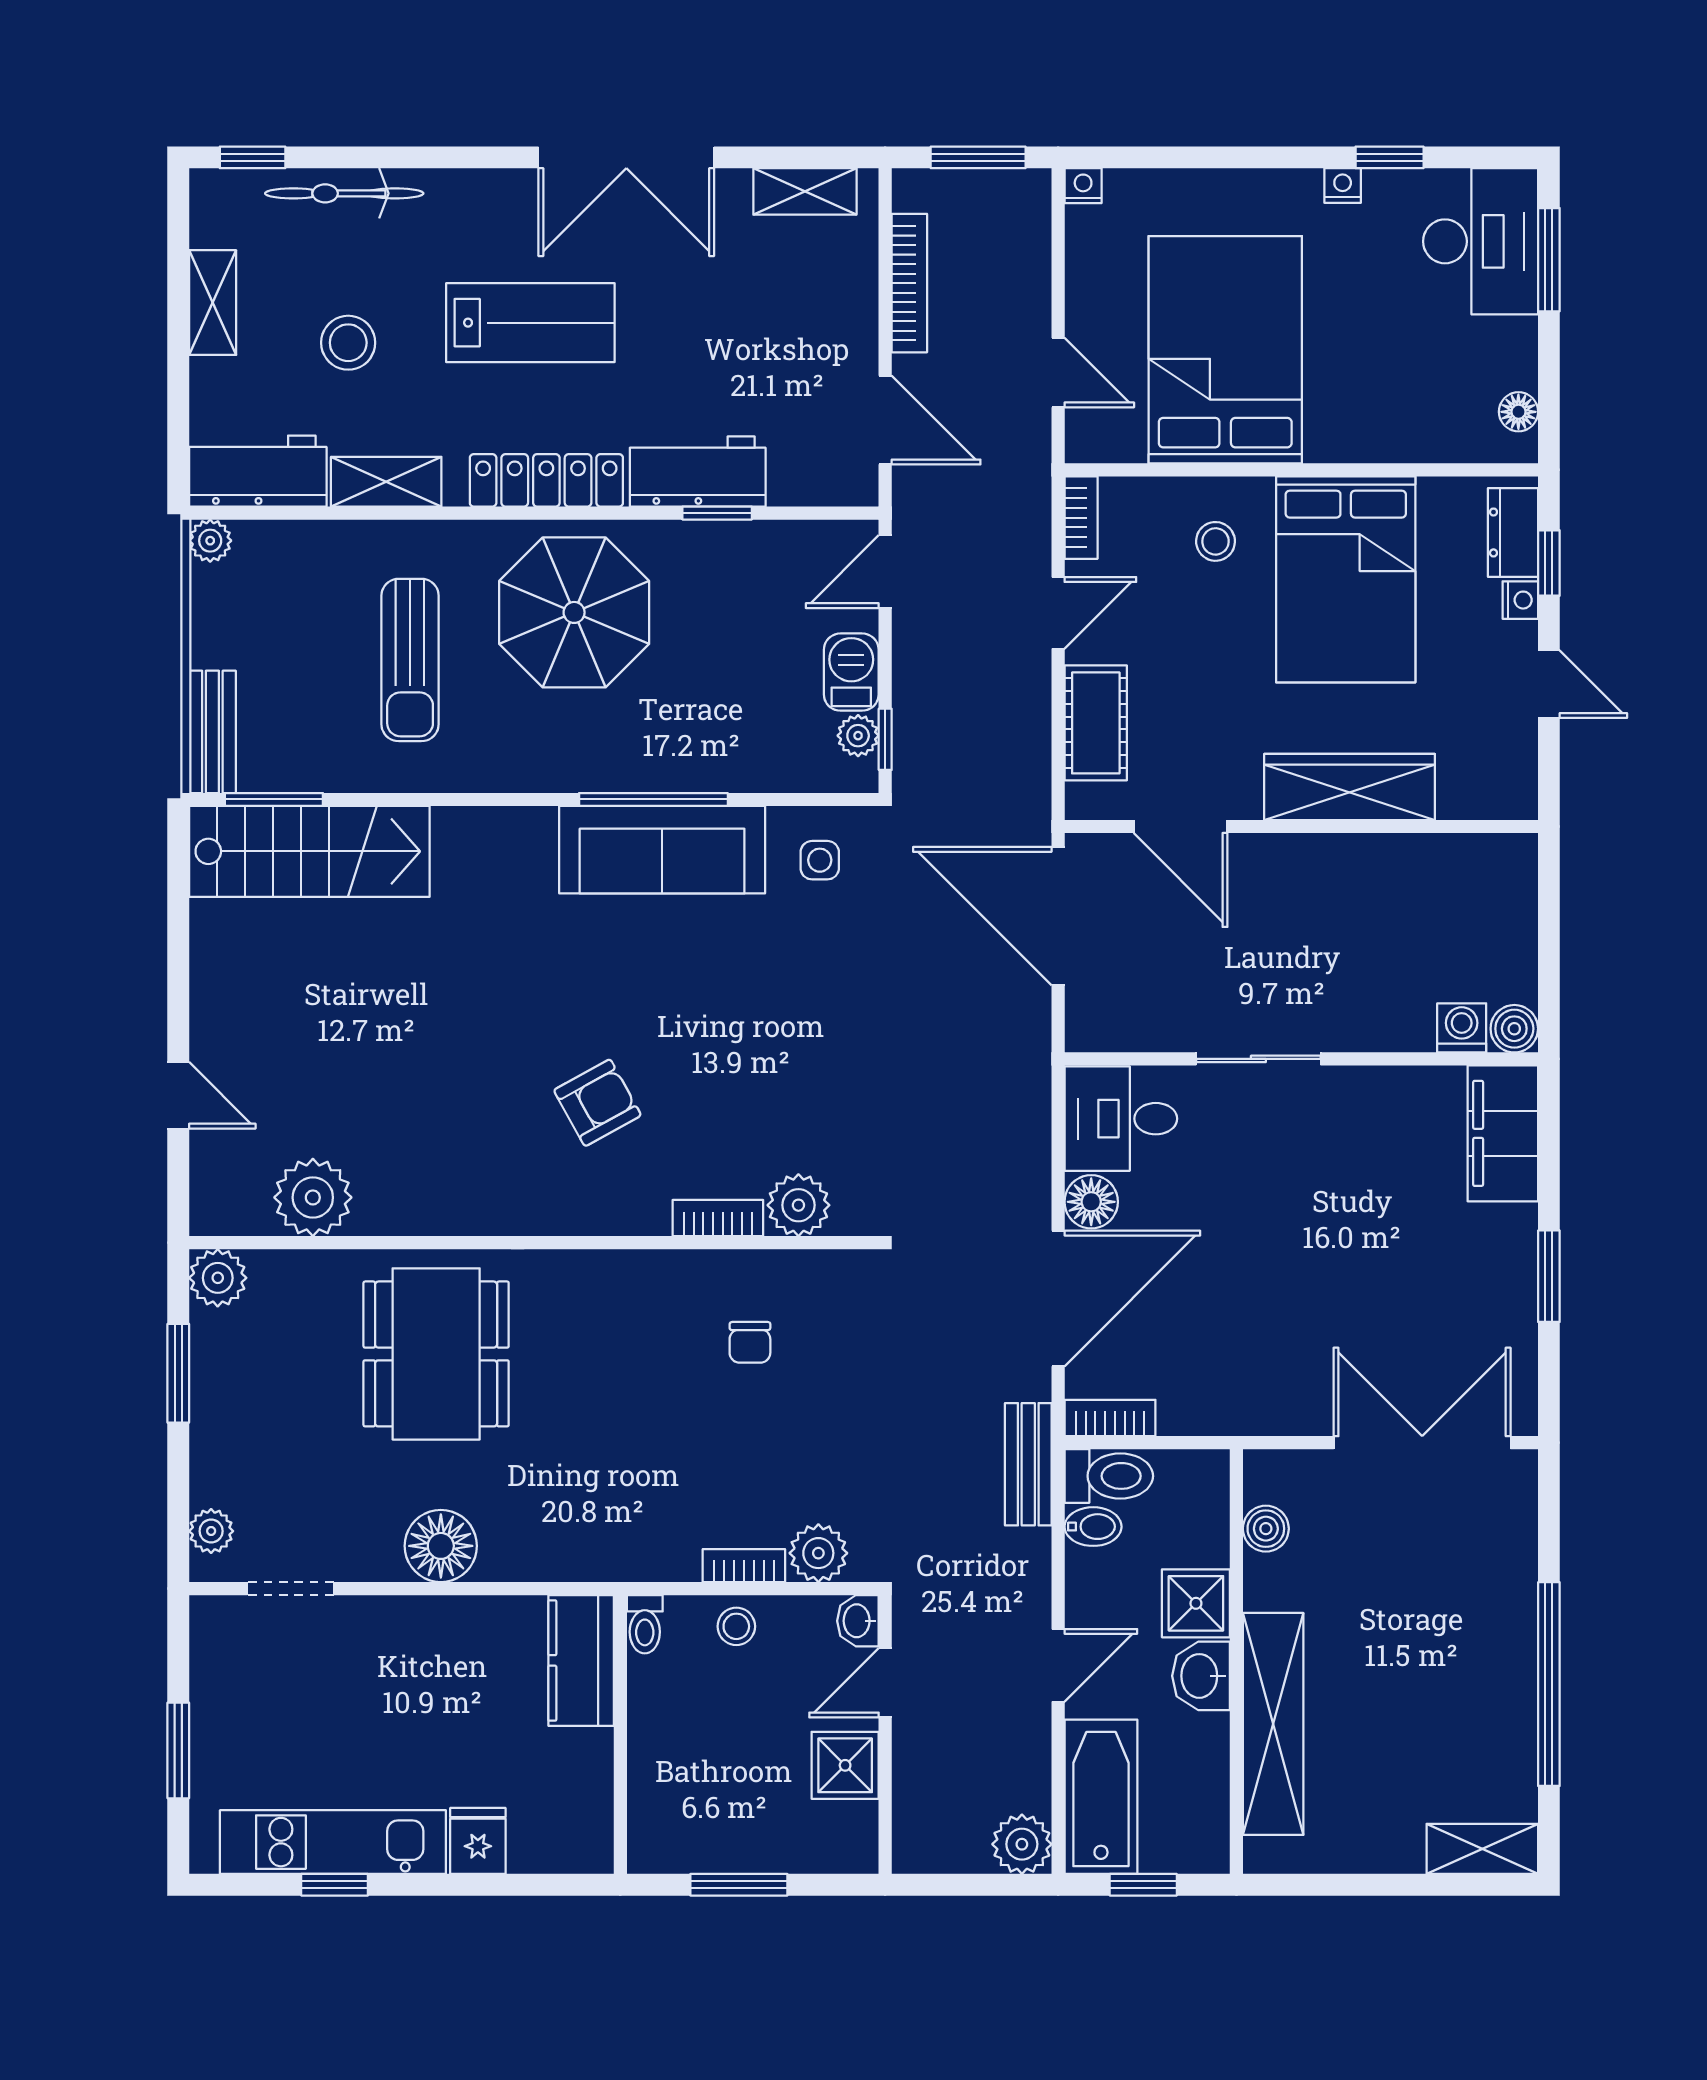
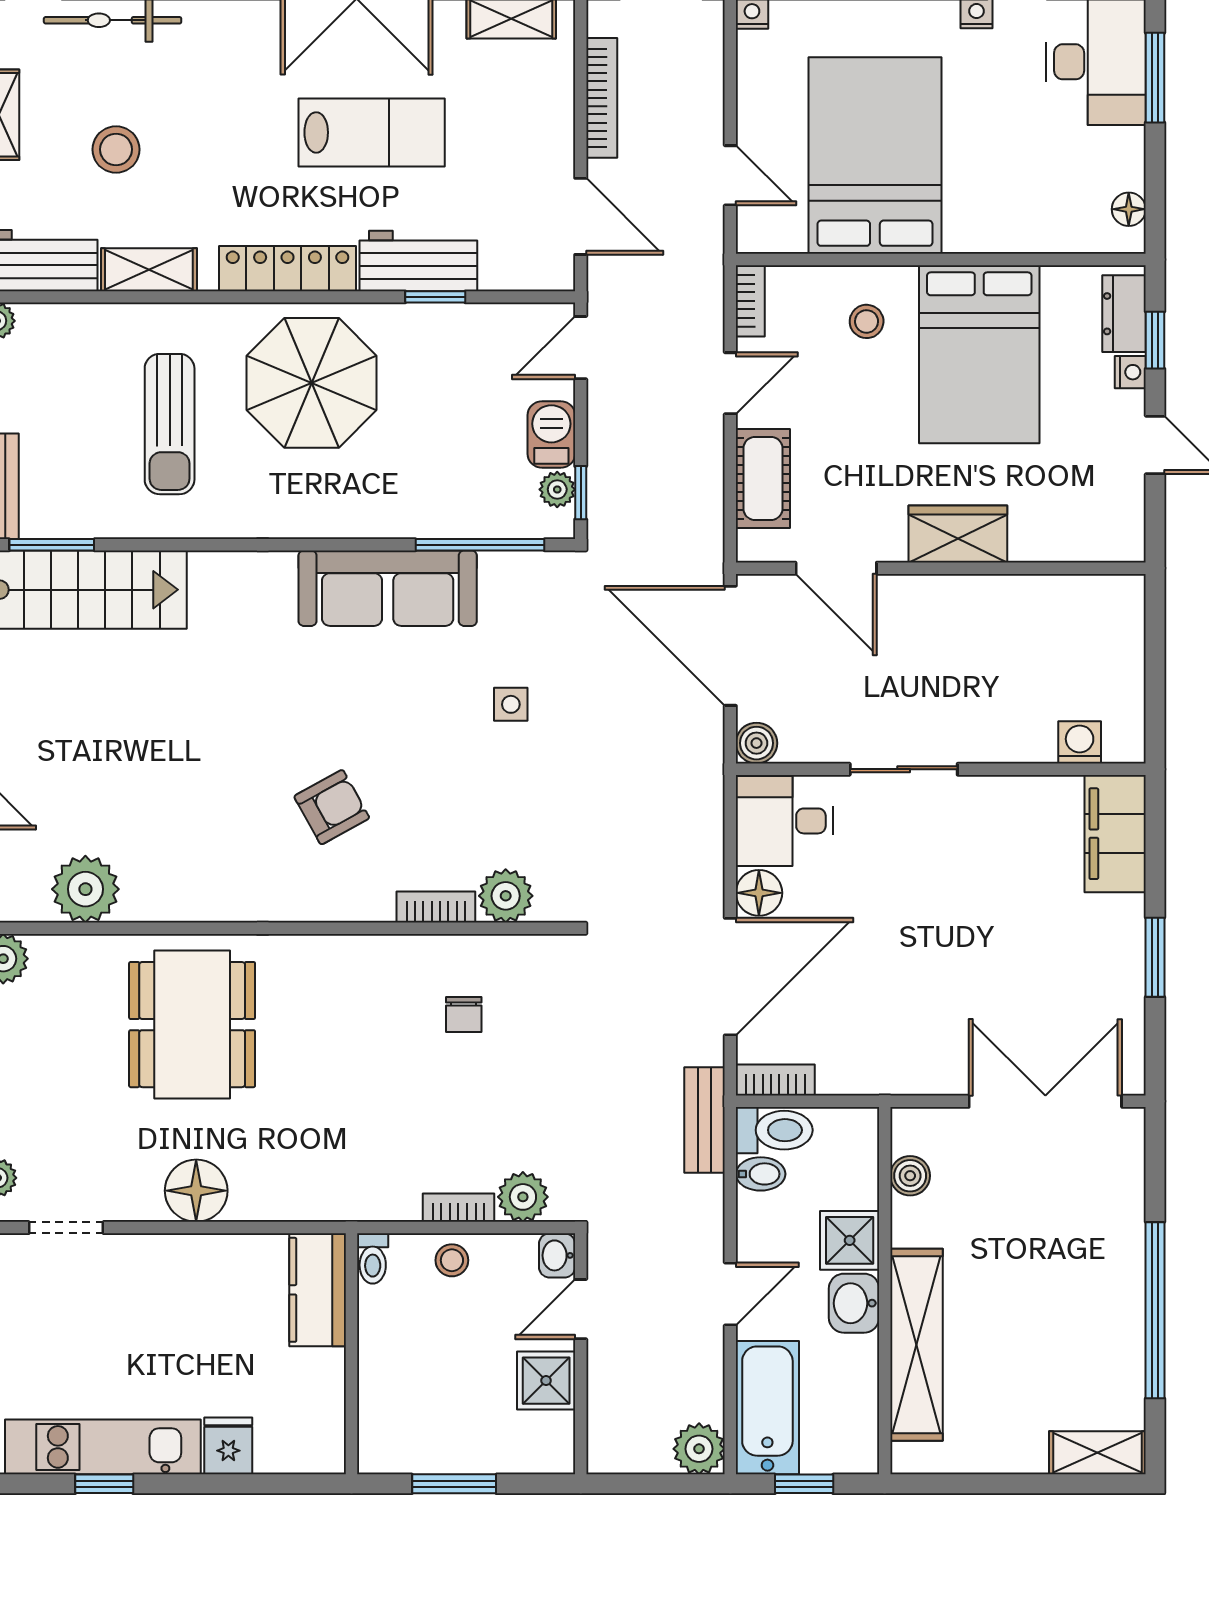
lab bench: (530, 323) -> (372, 132), moved
wardrobe: (1350, 787) -> (958, 534), width x0.67
window: (653, 799) -> (480, 545), moved
side table: (820, 860) -> (511, 704), moved
boiler: (1514, 1029) -> (756, 743), moved

